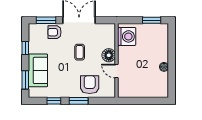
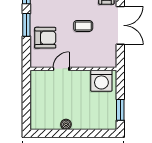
floor lamp: (109, 55) -> (80, 60), removed

